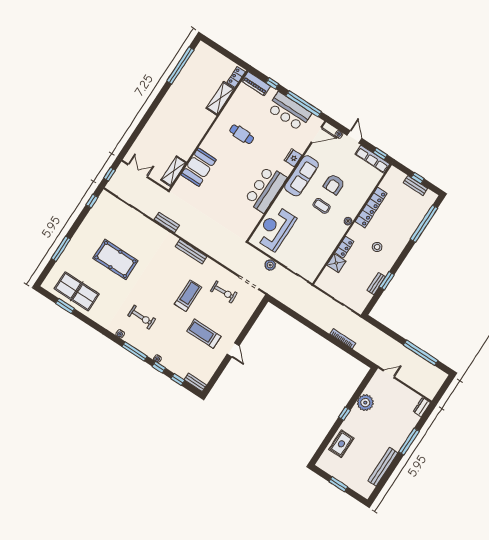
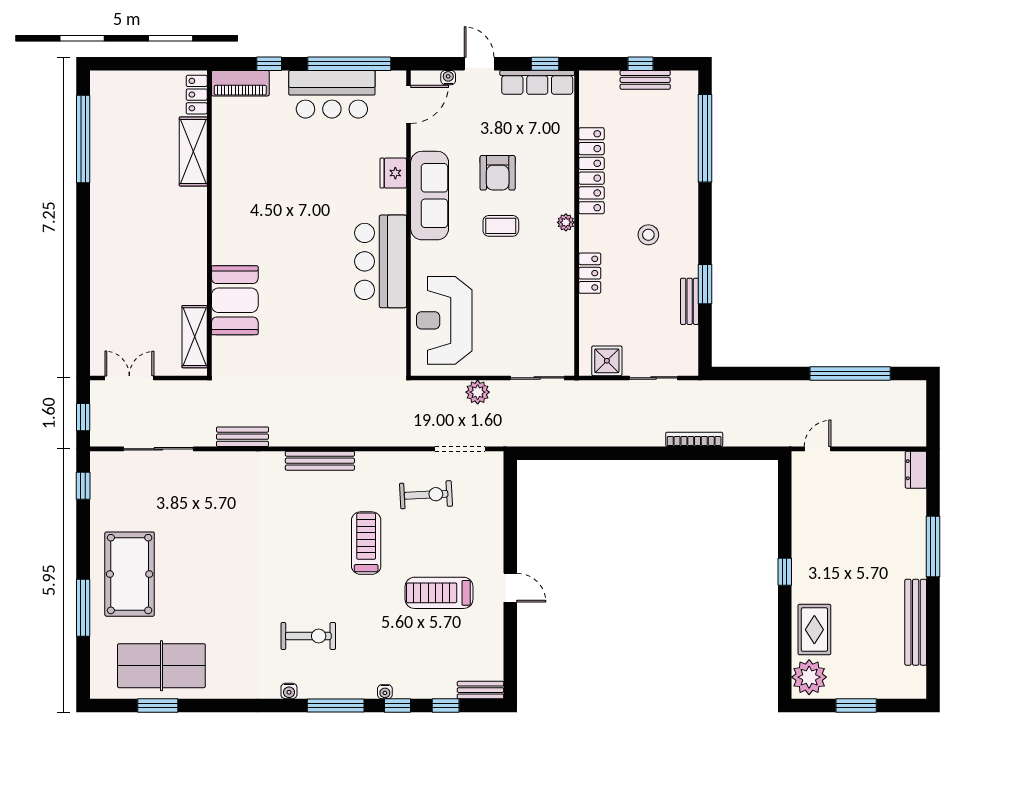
cafe table: (242, 134) -> (274, 191), removed
pool table: (115, 259) -> (130, 574), moved, turned 90
shower: (336, 263) -> (607, 361), moved
plant: (365, 403) -> (809, 677), moved

